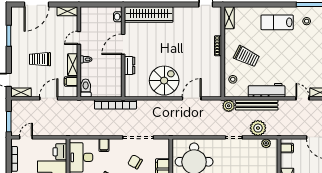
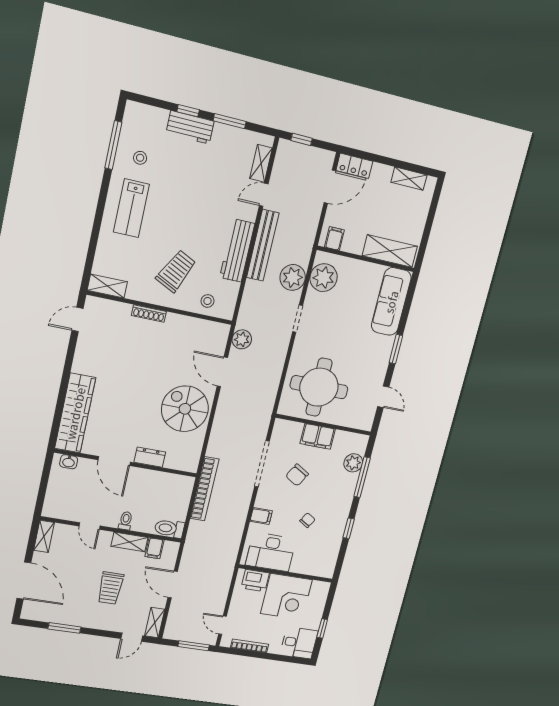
bench: (257, 105) -> (263, 245), moved
plant: (229, 106) -> (242, 339), moved
plant: (266, 143) -> (324, 278), width x1.87, depth x1.87

